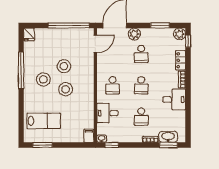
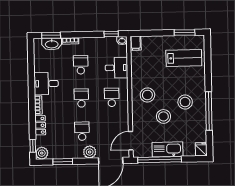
kitchen sink: (61, 35) -> (167, 149), added
stool: (66, 89) -> (147, 95), moved
lab bench: (44, 121) -> (184, 58), turned 180

